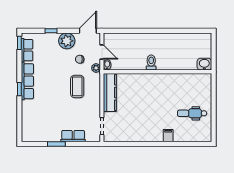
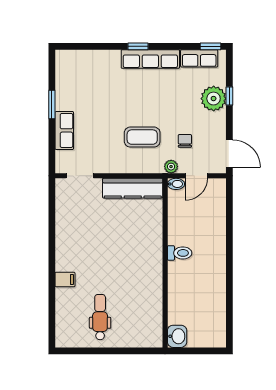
plant: (67, 41) -> (214, 99), moved

